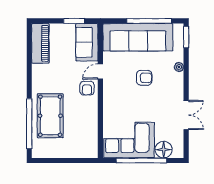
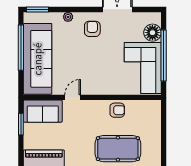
door: (100, 71) -> (73, 97), swing flipped
armchair: (144, 78) -> (92, 29), moved
armchair: (87, 88) -> (117, 110), moved

